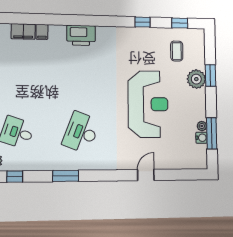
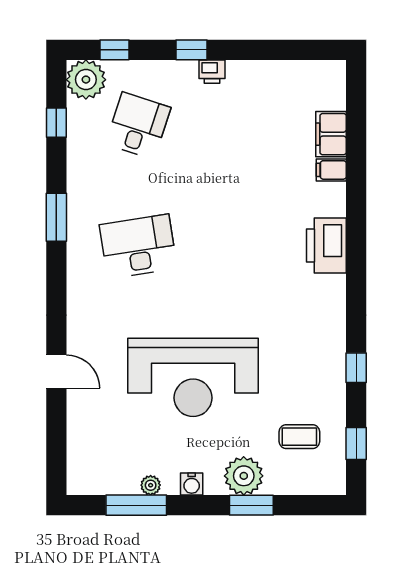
desk: (81, 132) -> (138, 246), turned -30
water cooler: (201, 138) -> (192, 484), moved

